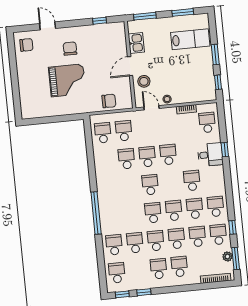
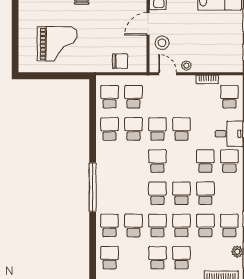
grand piano: (67, 80) -> (57, 44), moved
school desk: (106, 161) -> (110, 129), added
school desk: (216, 206) -> (229, 161), moved

